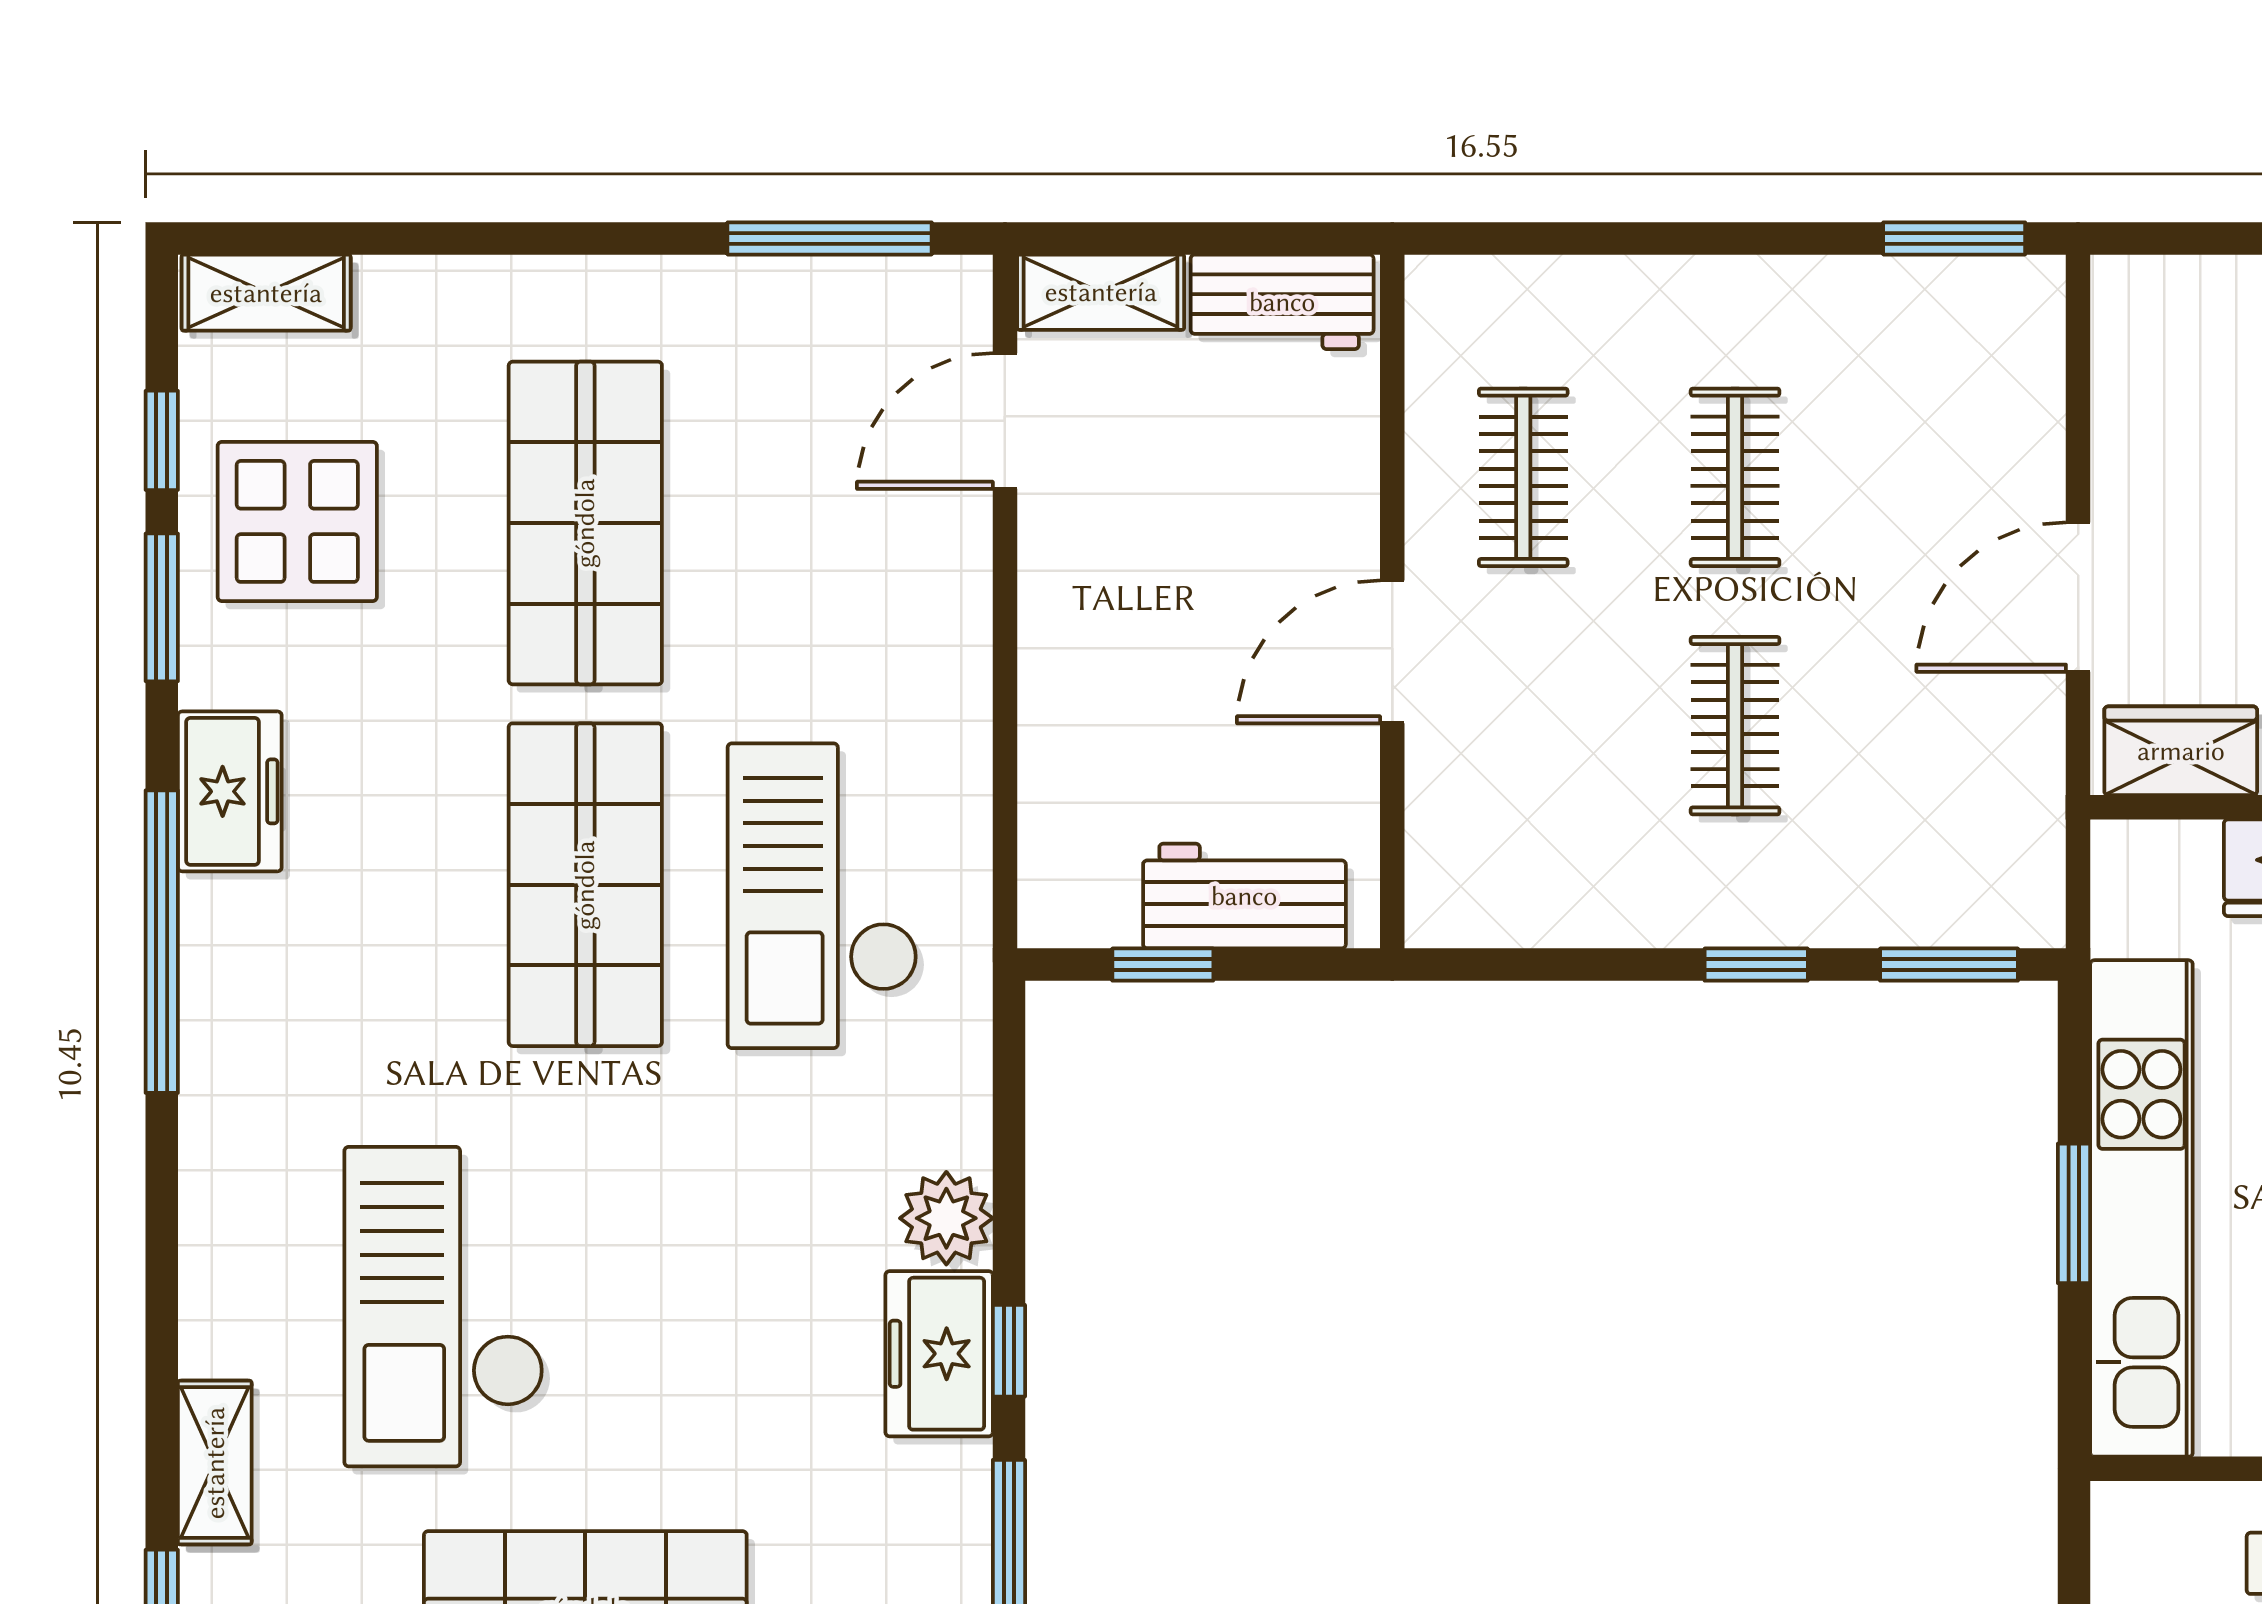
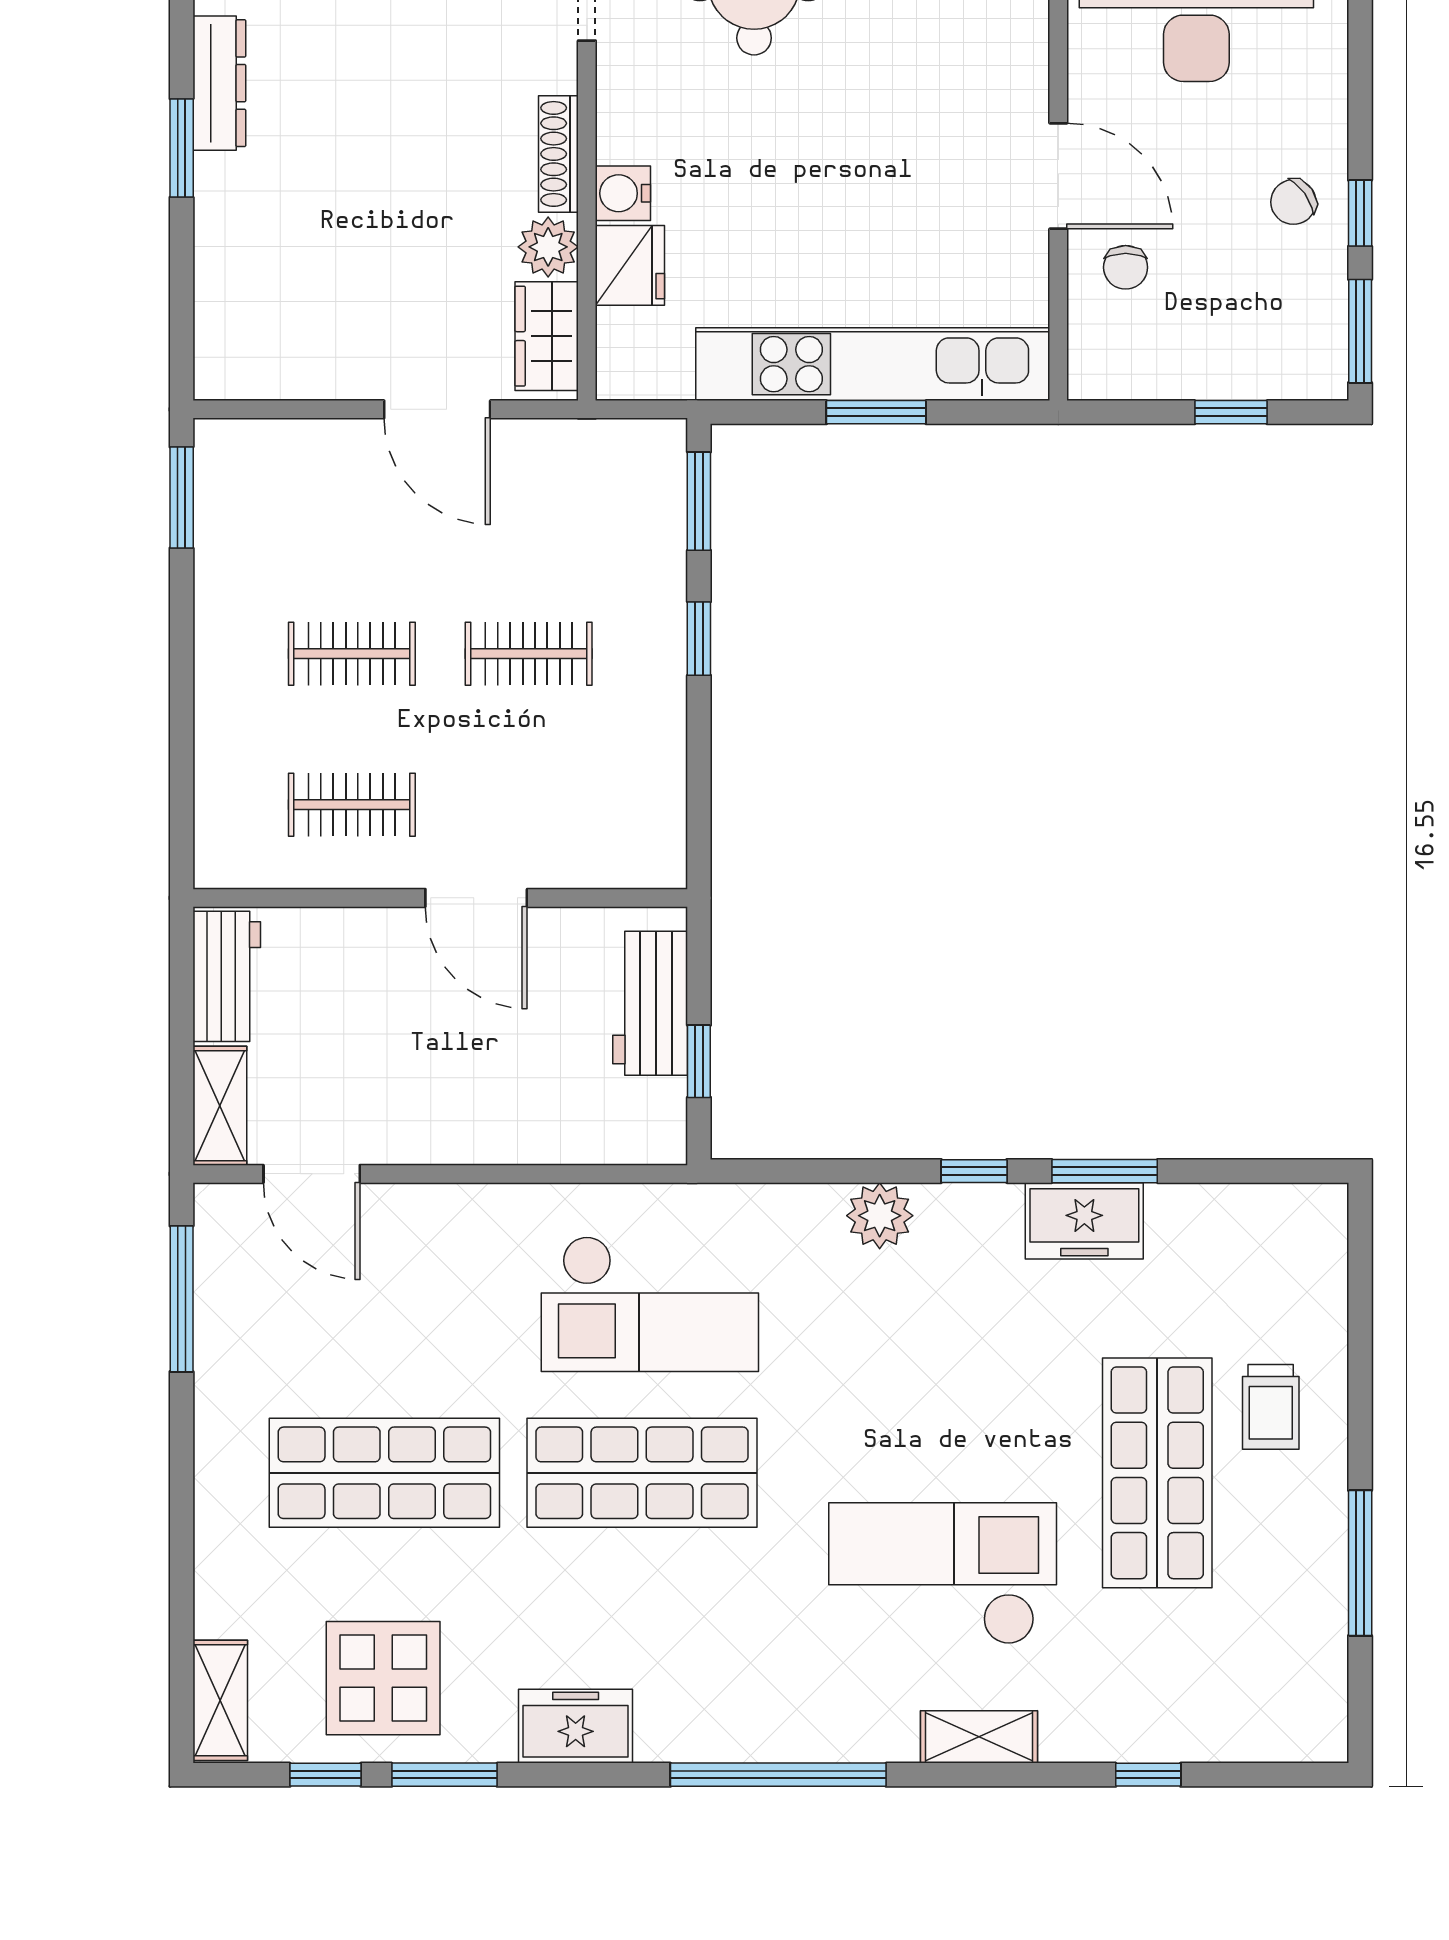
window: (162, 942) -> (778, 1775), moved
checkout: (444, 1307) -> (943, 1573), turned 180
freezer: (939, 1354) -> (1084, 1221), moved
shelving: (215, 1463) -> (979, 1737), moved

